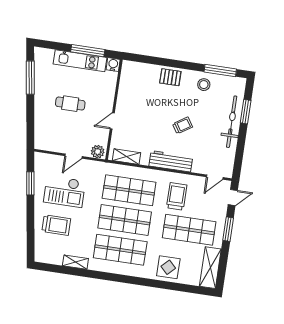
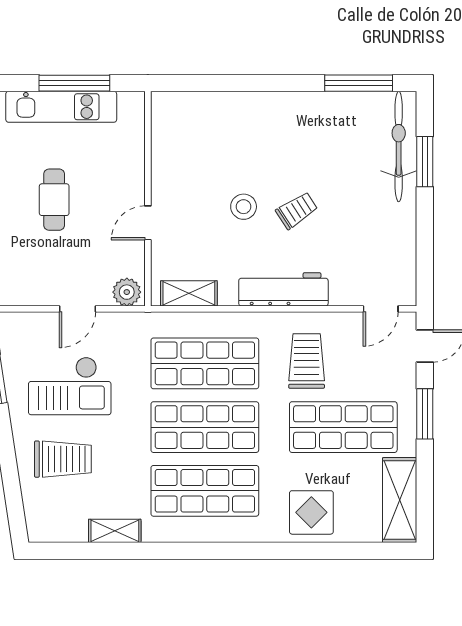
water cooler: (113, 65) -> (132, 104), removed
pallet: (170, 77) -> (256, 113), removed
stool: (204, 85) -> (244, 207), moved
cafe table: (70, 104) -> (54, 200), turned 90
bicycle: (232, 122) -> (399, 146), moved

